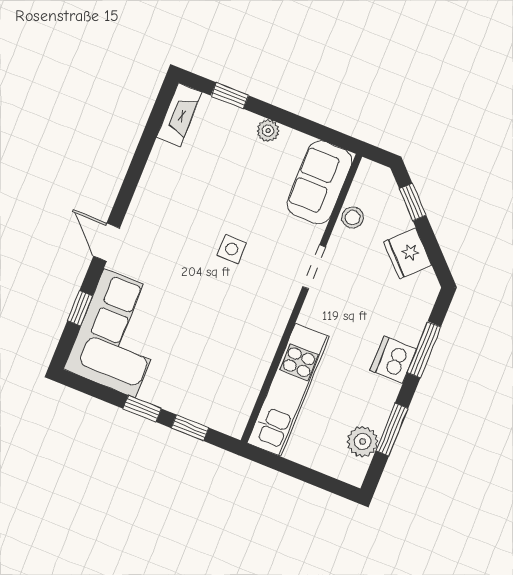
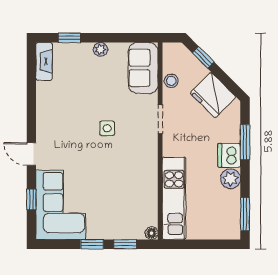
fridge: (408, 253) -> (213, 95), width x1.36, depth x1.34
floor lamp: (235, 427) -> (152, 233), added
window: (392, 430) -> (245, 214), moved
plant: (363, 442) -> (231, 179), moved

